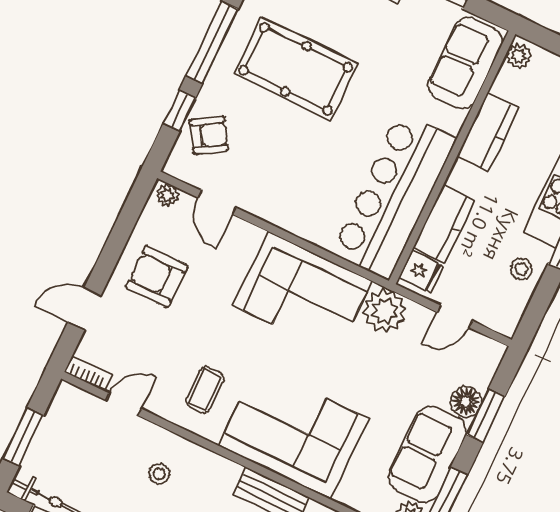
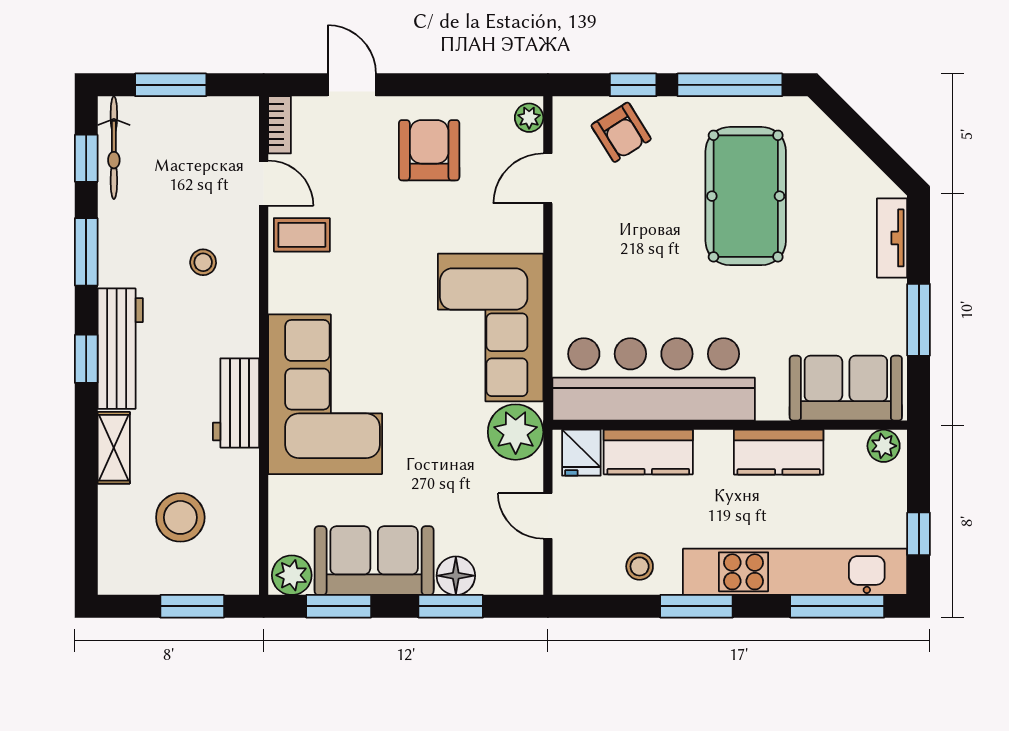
coffee table: (205, 390) -> (302, 235), moved

